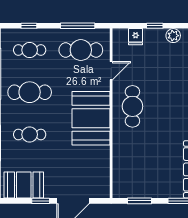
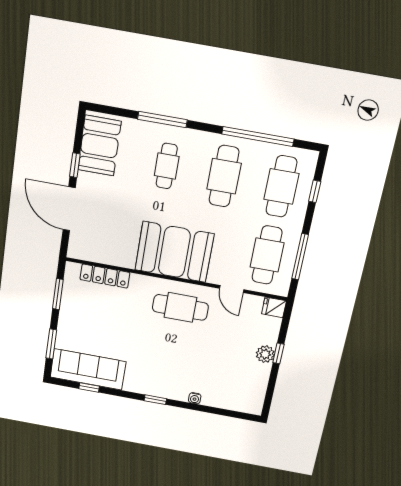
plant: (173, 36) -> (265, 354), moved
fridge: (136, 37) -> (274, 307), moved
cafe table: (30, 50) -> (281, 186), width x1.37, depth x1.35
locker: (119, 167) -> (105, 276), added

